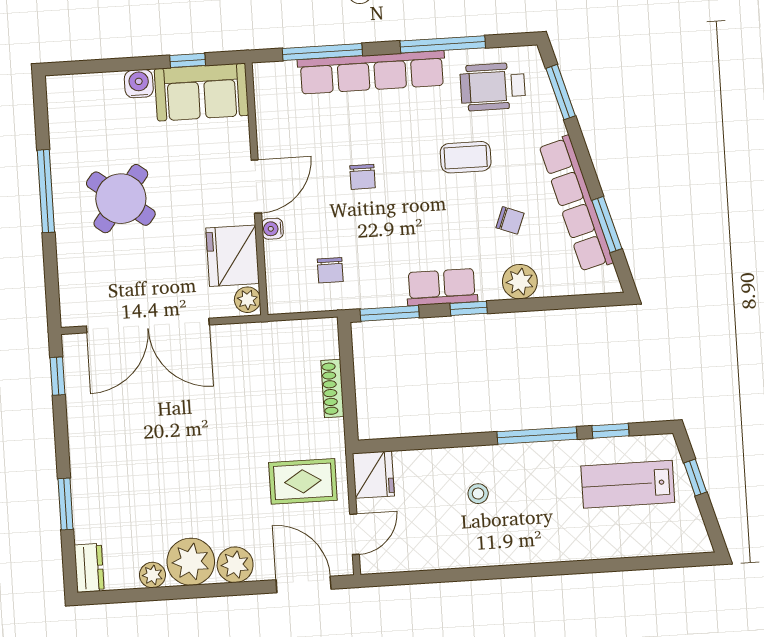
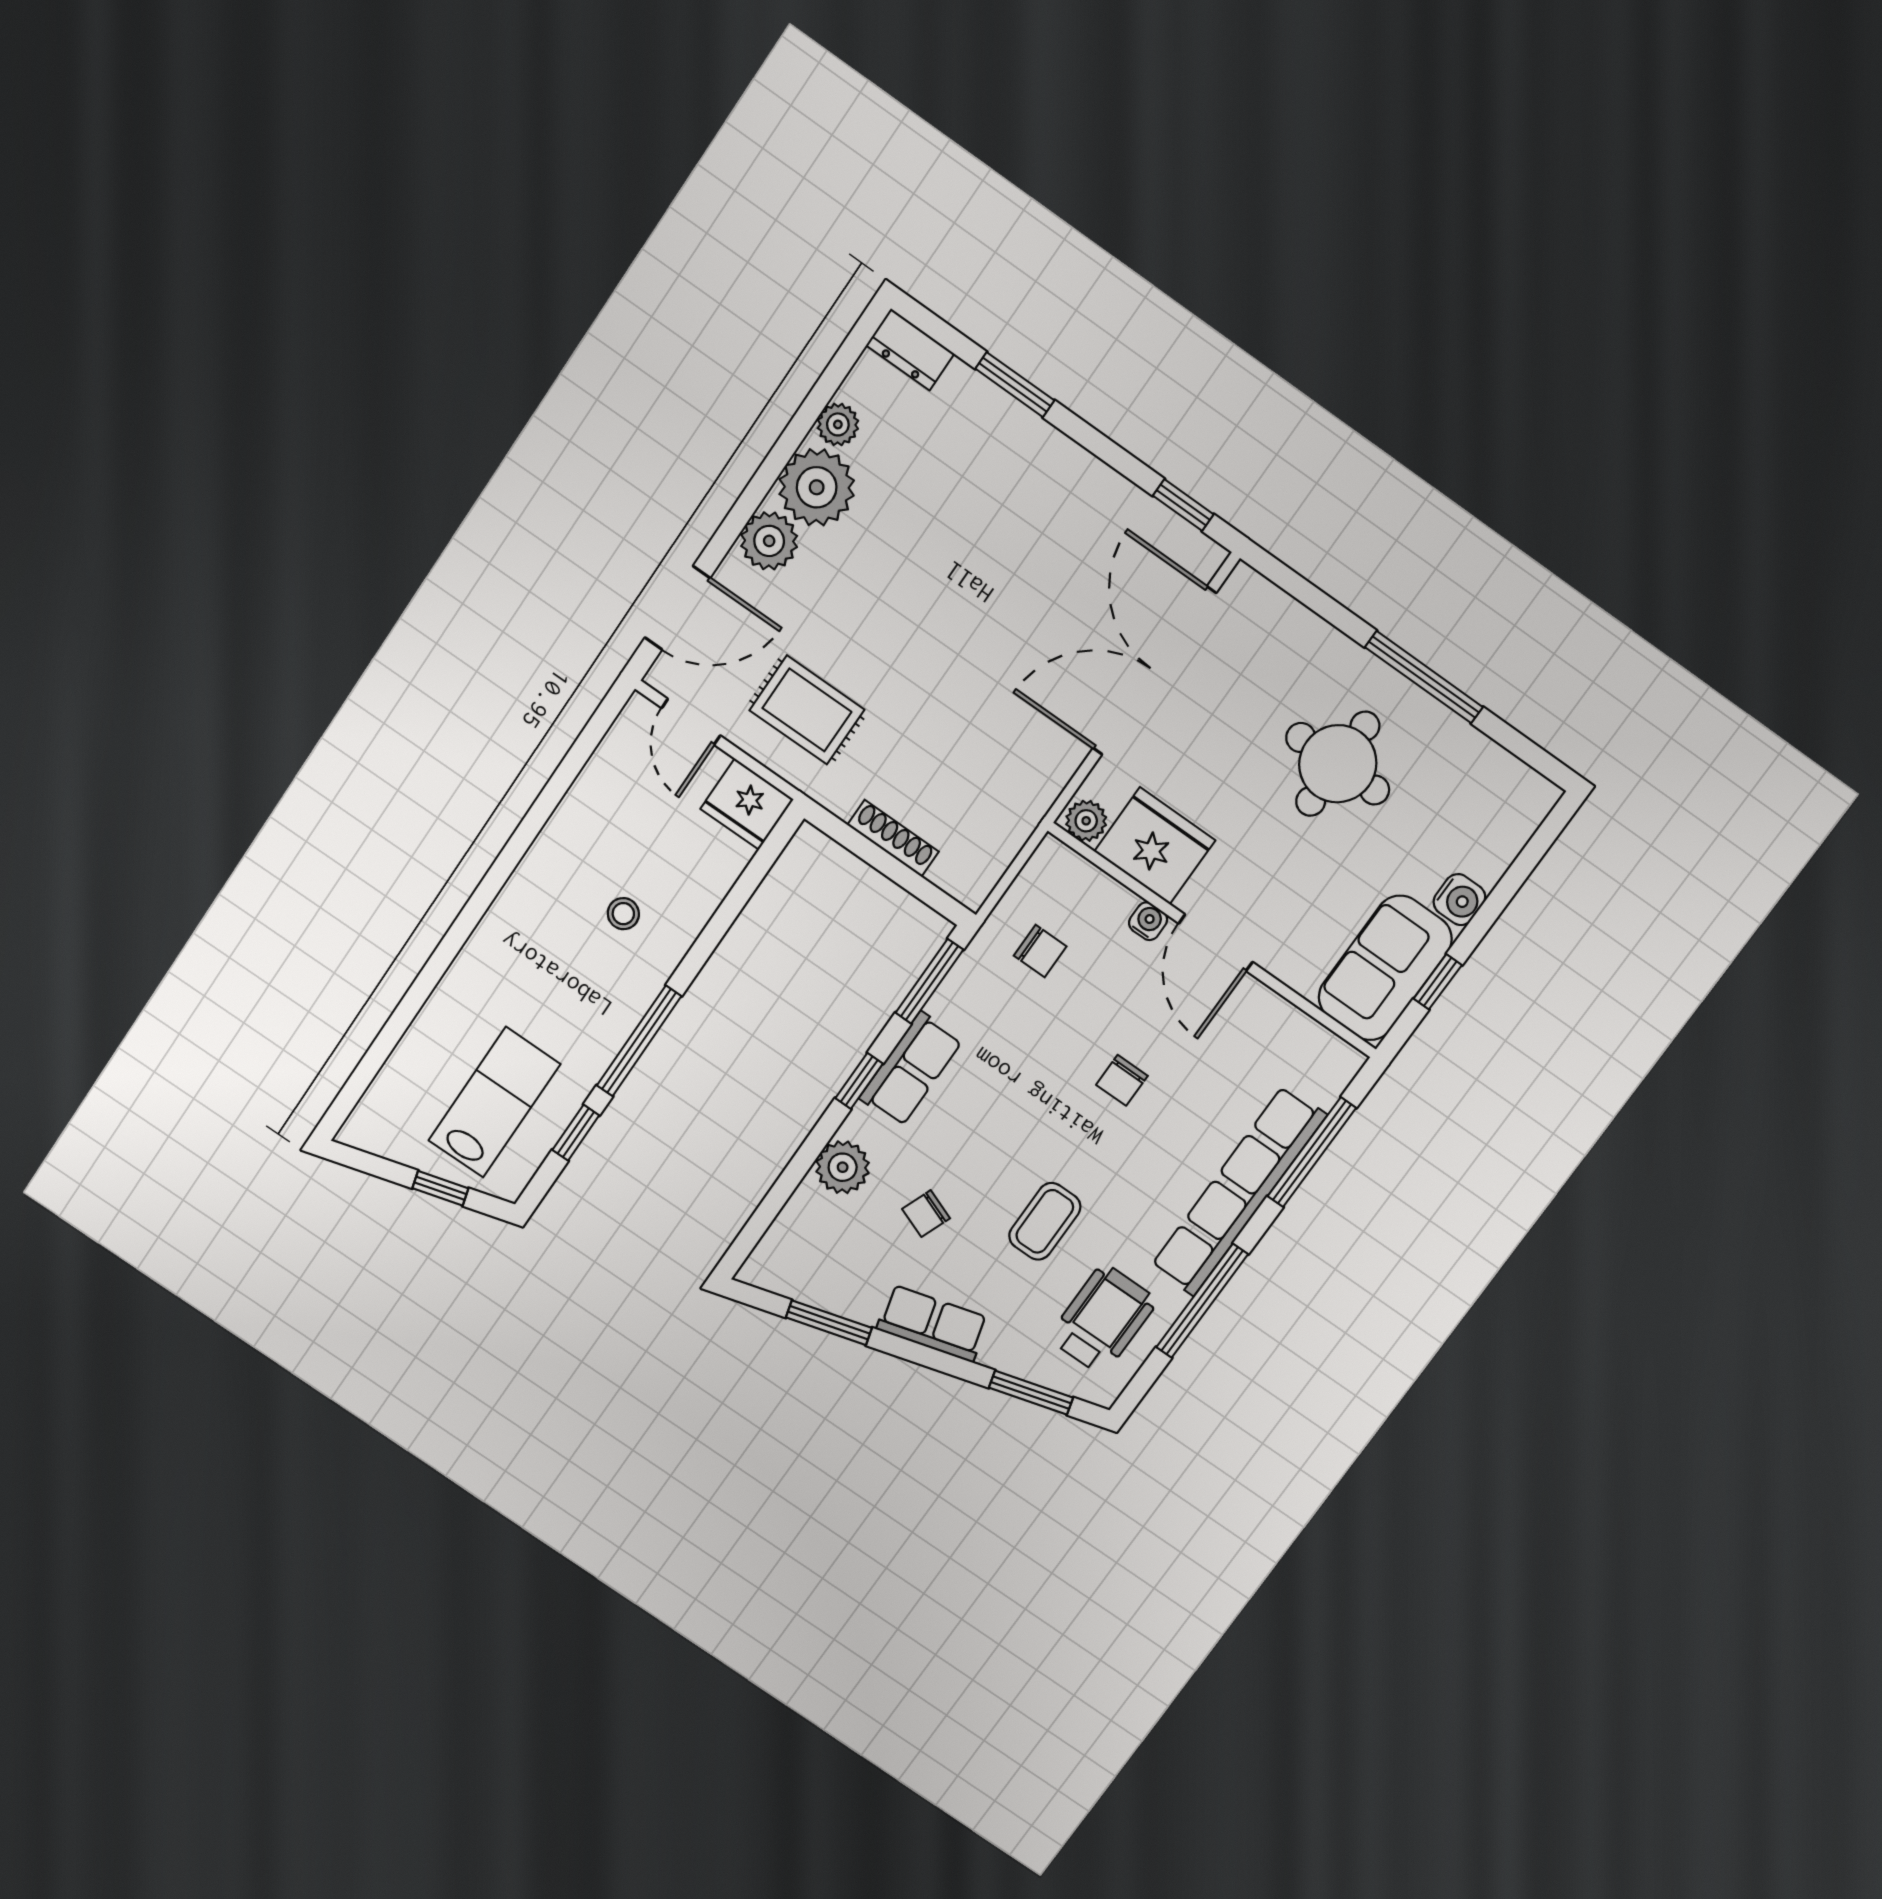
chair: (362, 177) -> (1122, 1080), turned -90
round table: (121, 199) -> (1338, 764), turned -38
row of seats: (576, 204) -> (932, 1324), width x0.50
chair: (330, 270) -> (1040, 951), turned 180
rug: (303, 481) -> (807, 710), turned 90

